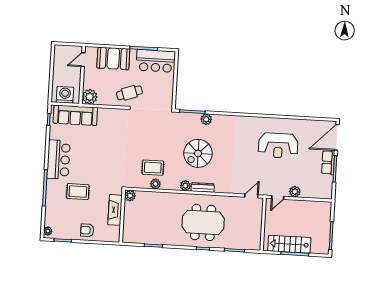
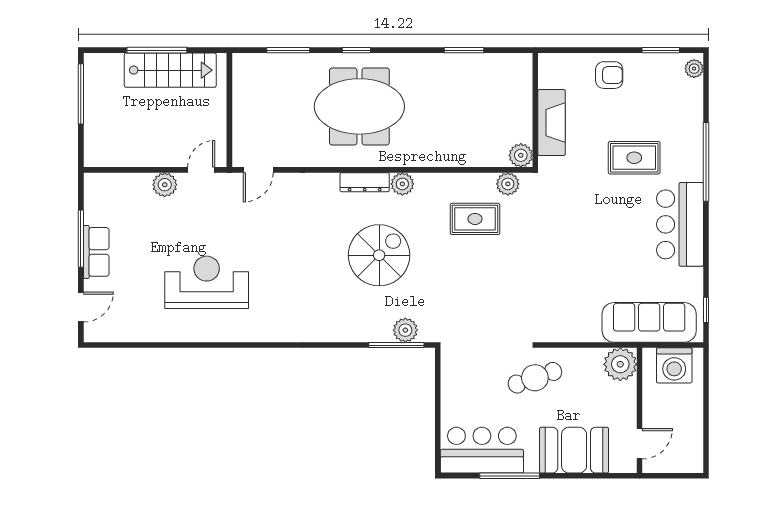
plant: (206, 119) -> (405, 330), moved
door: (337, 137) -> (81, 307), width x0.53
plant: (155, 184) -> (508, 184), moved

